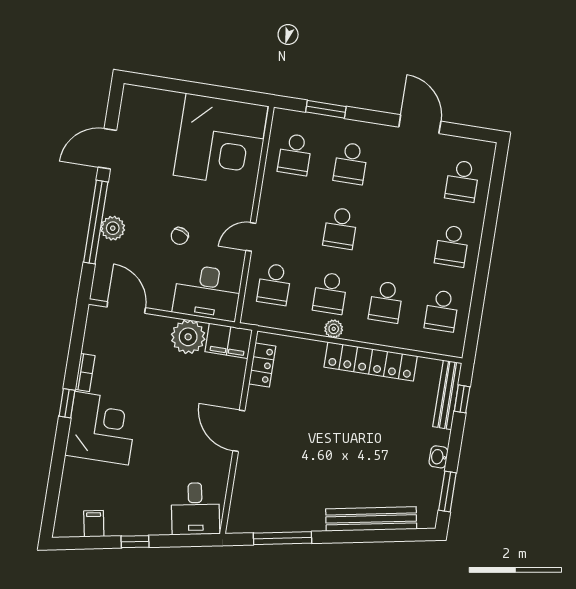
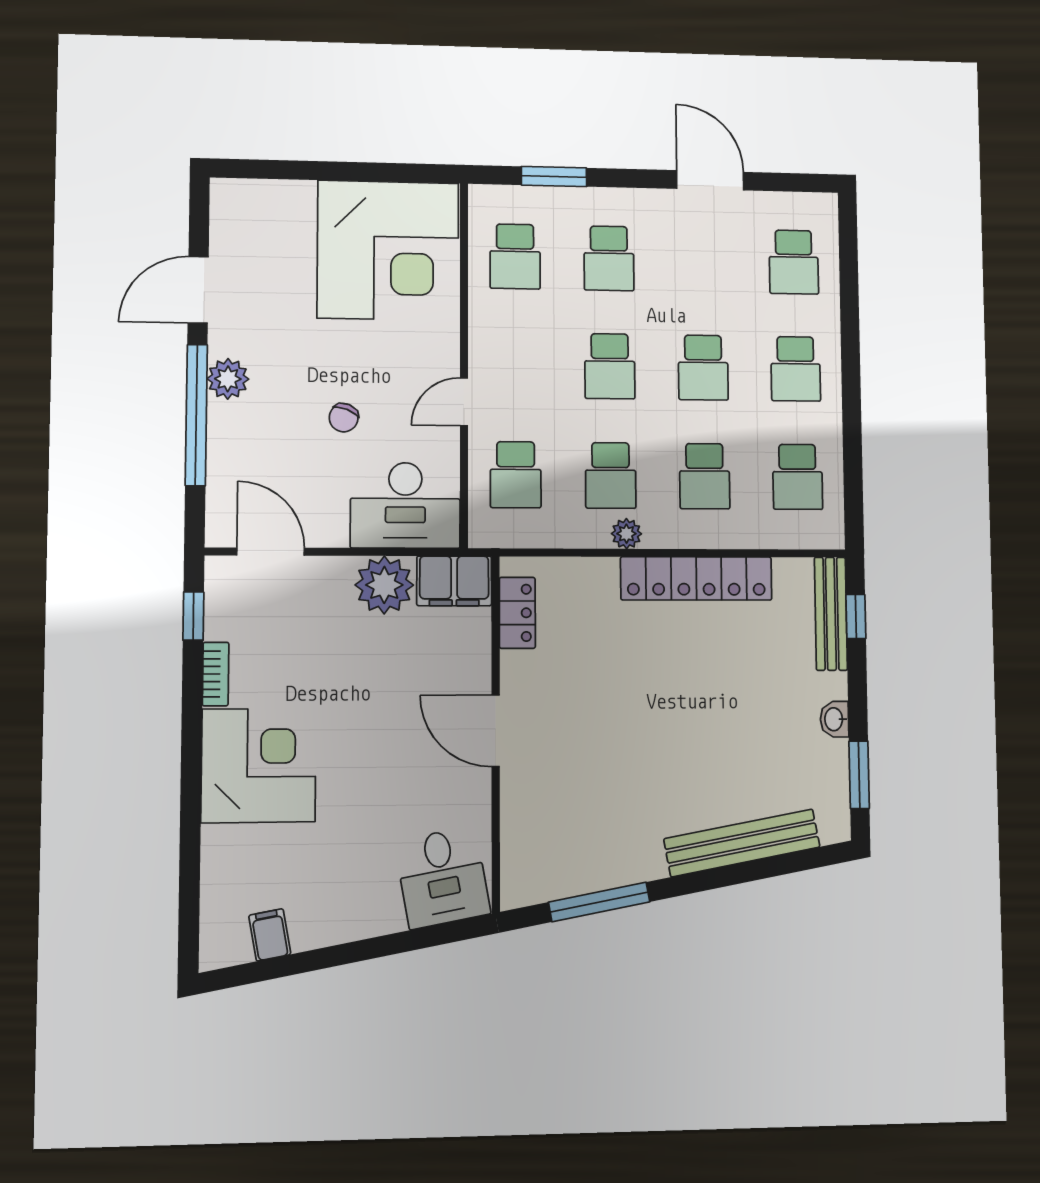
plant: (113, 228) -> (228, 379), moved
school desk: (396, 237) -> (703, 368), added
window: (67, 403) -> (193, 616), moved
window: (135, 542) -> (347, 953), removed

